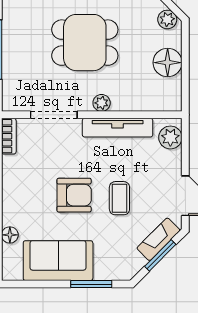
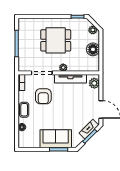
armchair: (74, 195) -> (43, 96), moved, turned 90
coffee table: (119, 198) -> (24, 110), moved
sofa: (58, 261) -> (56, 139), moved

